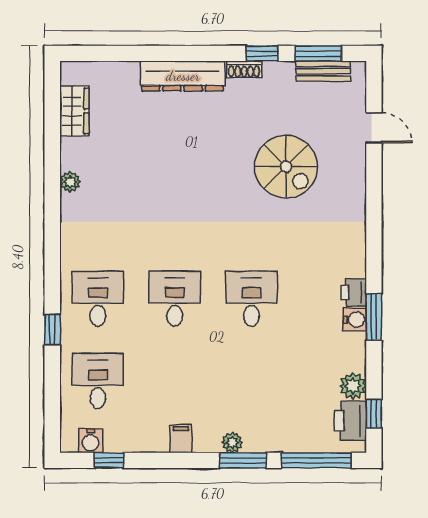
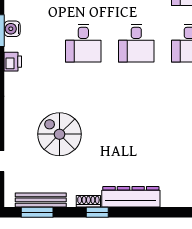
window: (262, 53) -> (97, 212), moved
bench: (323, 71) -> (41, 200), width x1.36
printer: (354, 292) -> (13, 62), moved

